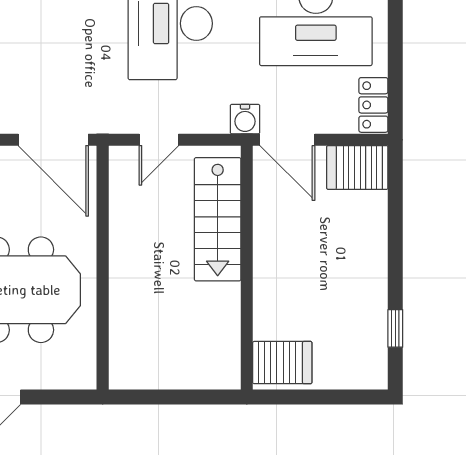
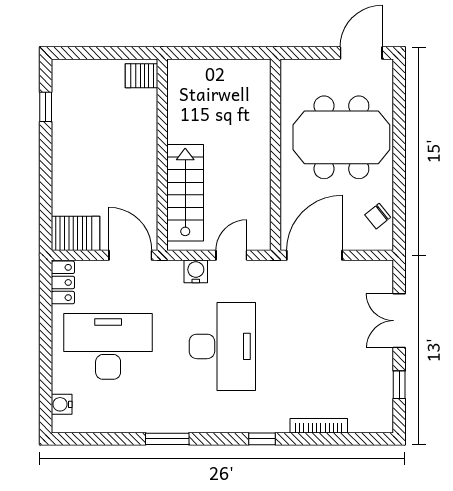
water cooler: (245, 119) -> (196, 271), moved
door: (53, 140) -> (314, 255), hinge flipped
server rack: (282, 363) -> (142, 76), width x0.73, depth x0.70

